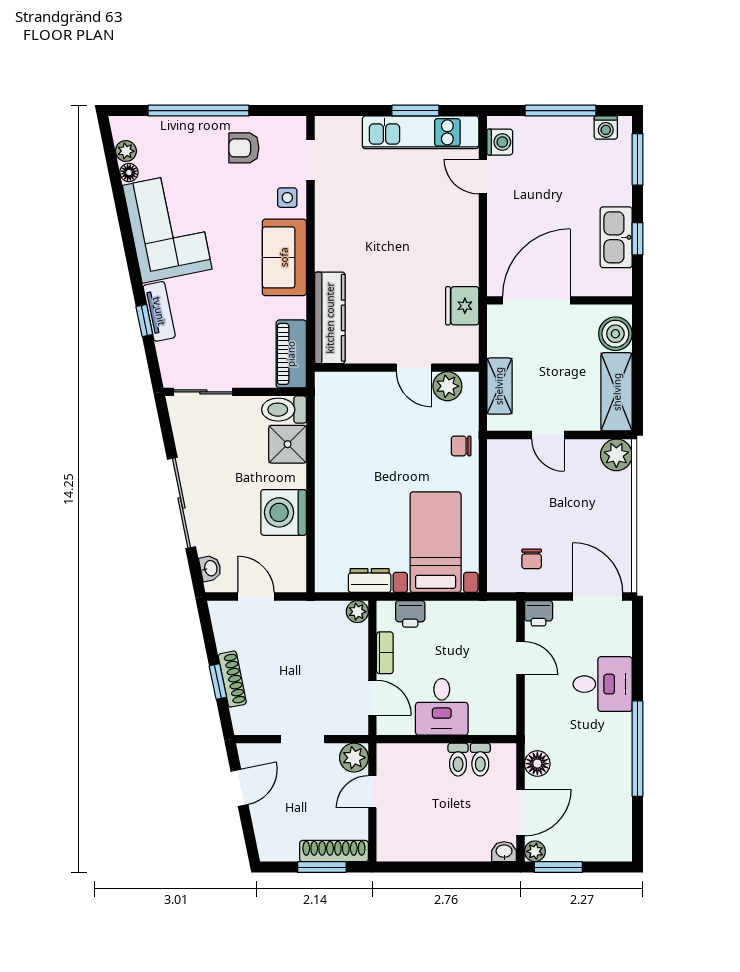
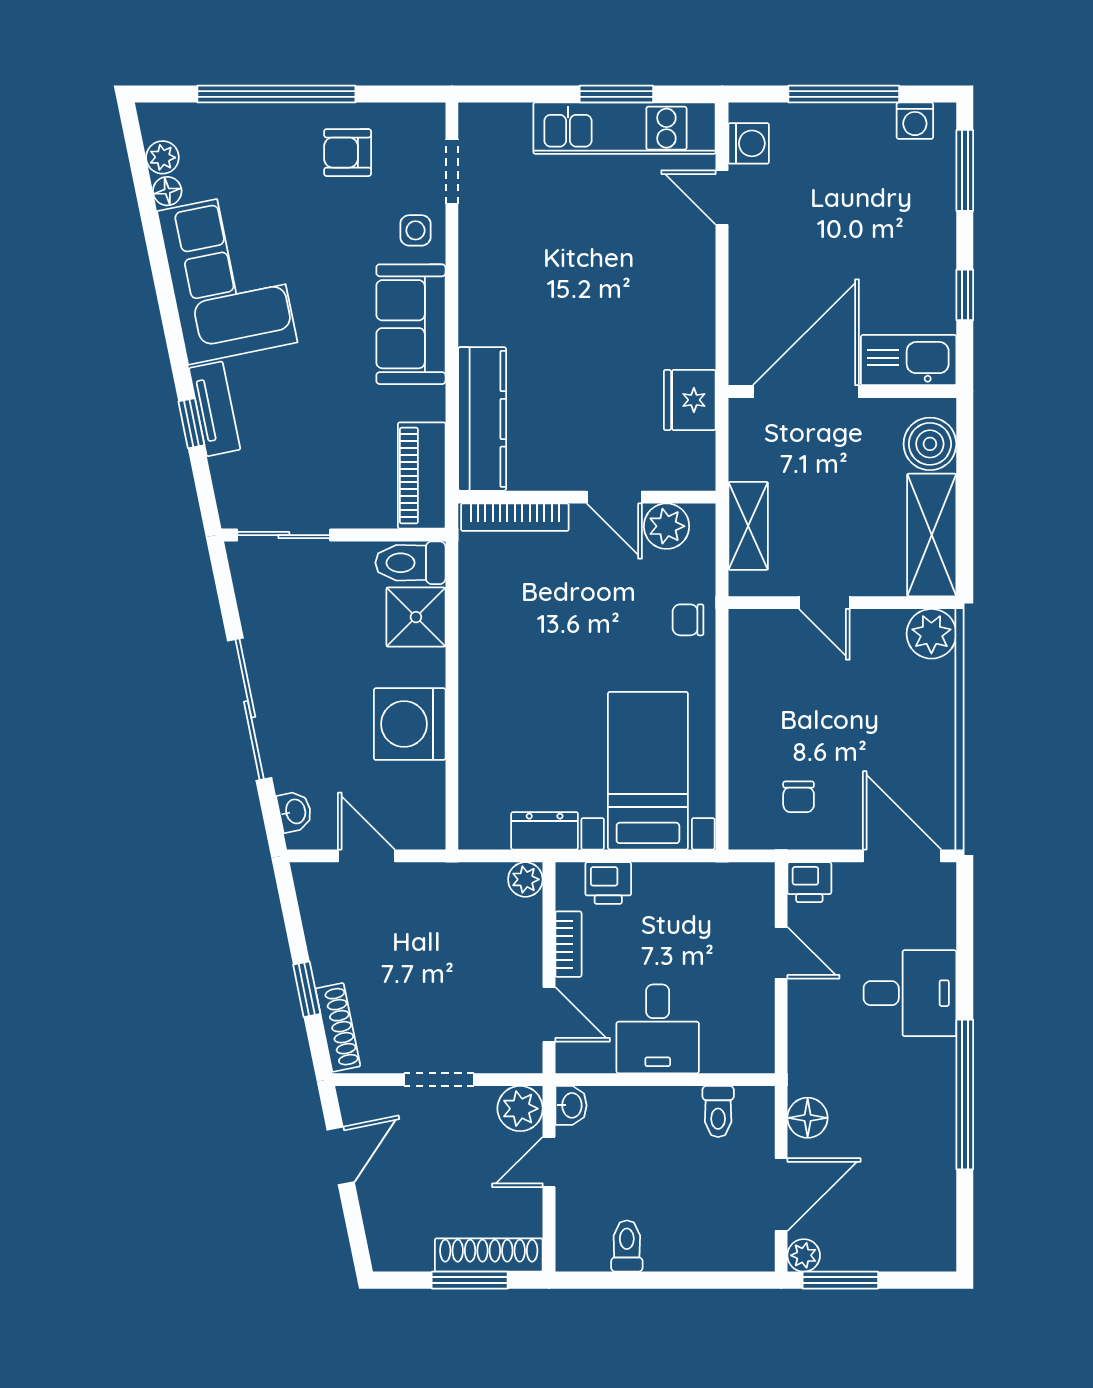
kitchen sink: (616, 237) -> (909, 360), moved, turned 90
bookcase: (351, 381) -> (515, 517), added
shoe rack: (232, 679) -> (338, 1027), moved
toilet: (458, 760) -> (627, 1246), moved, turned 180
washbasin: (504, 852) -> (571, 1105), moved, turned 90

